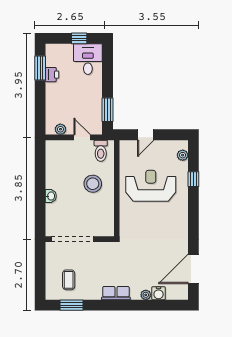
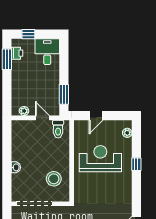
window: (79, 38) -> (28, 34), moved
printer: (52, 75) -> (17, 53), moved
window: (193, 179) -> (136, 164), moved
stool: (93, 184) -> (54, 179), moved

